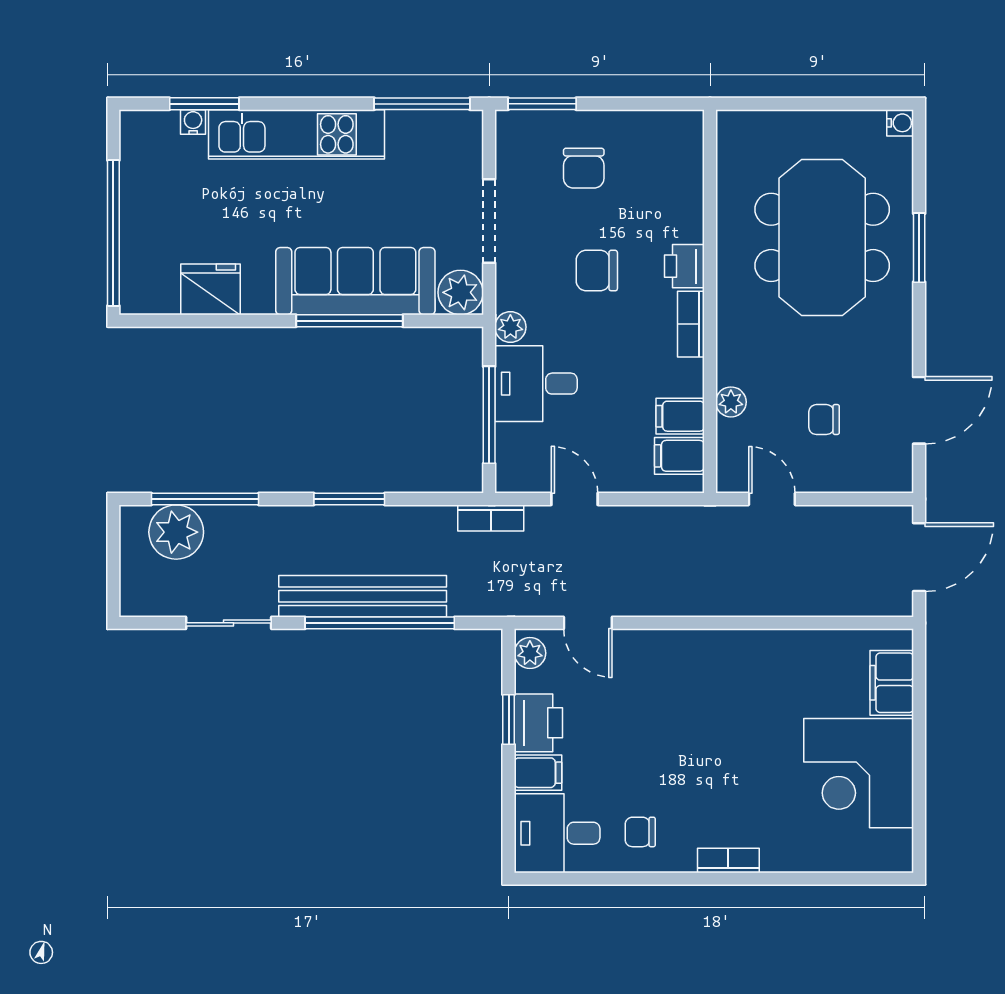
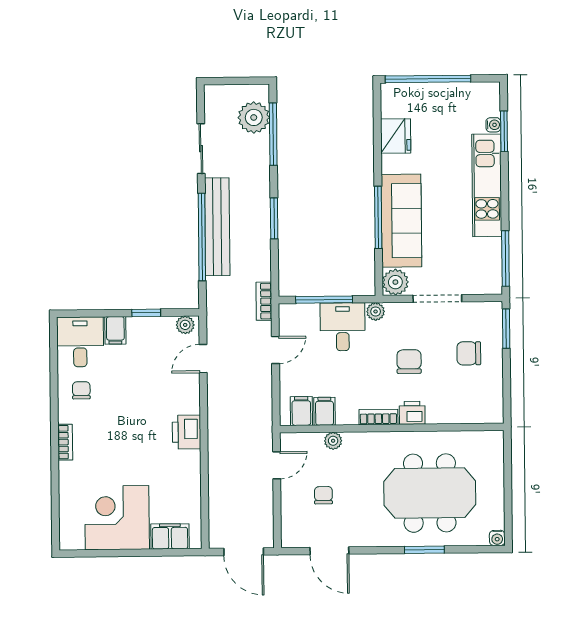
printer: (538, 723) -> (186, 432), moved, turned 90

